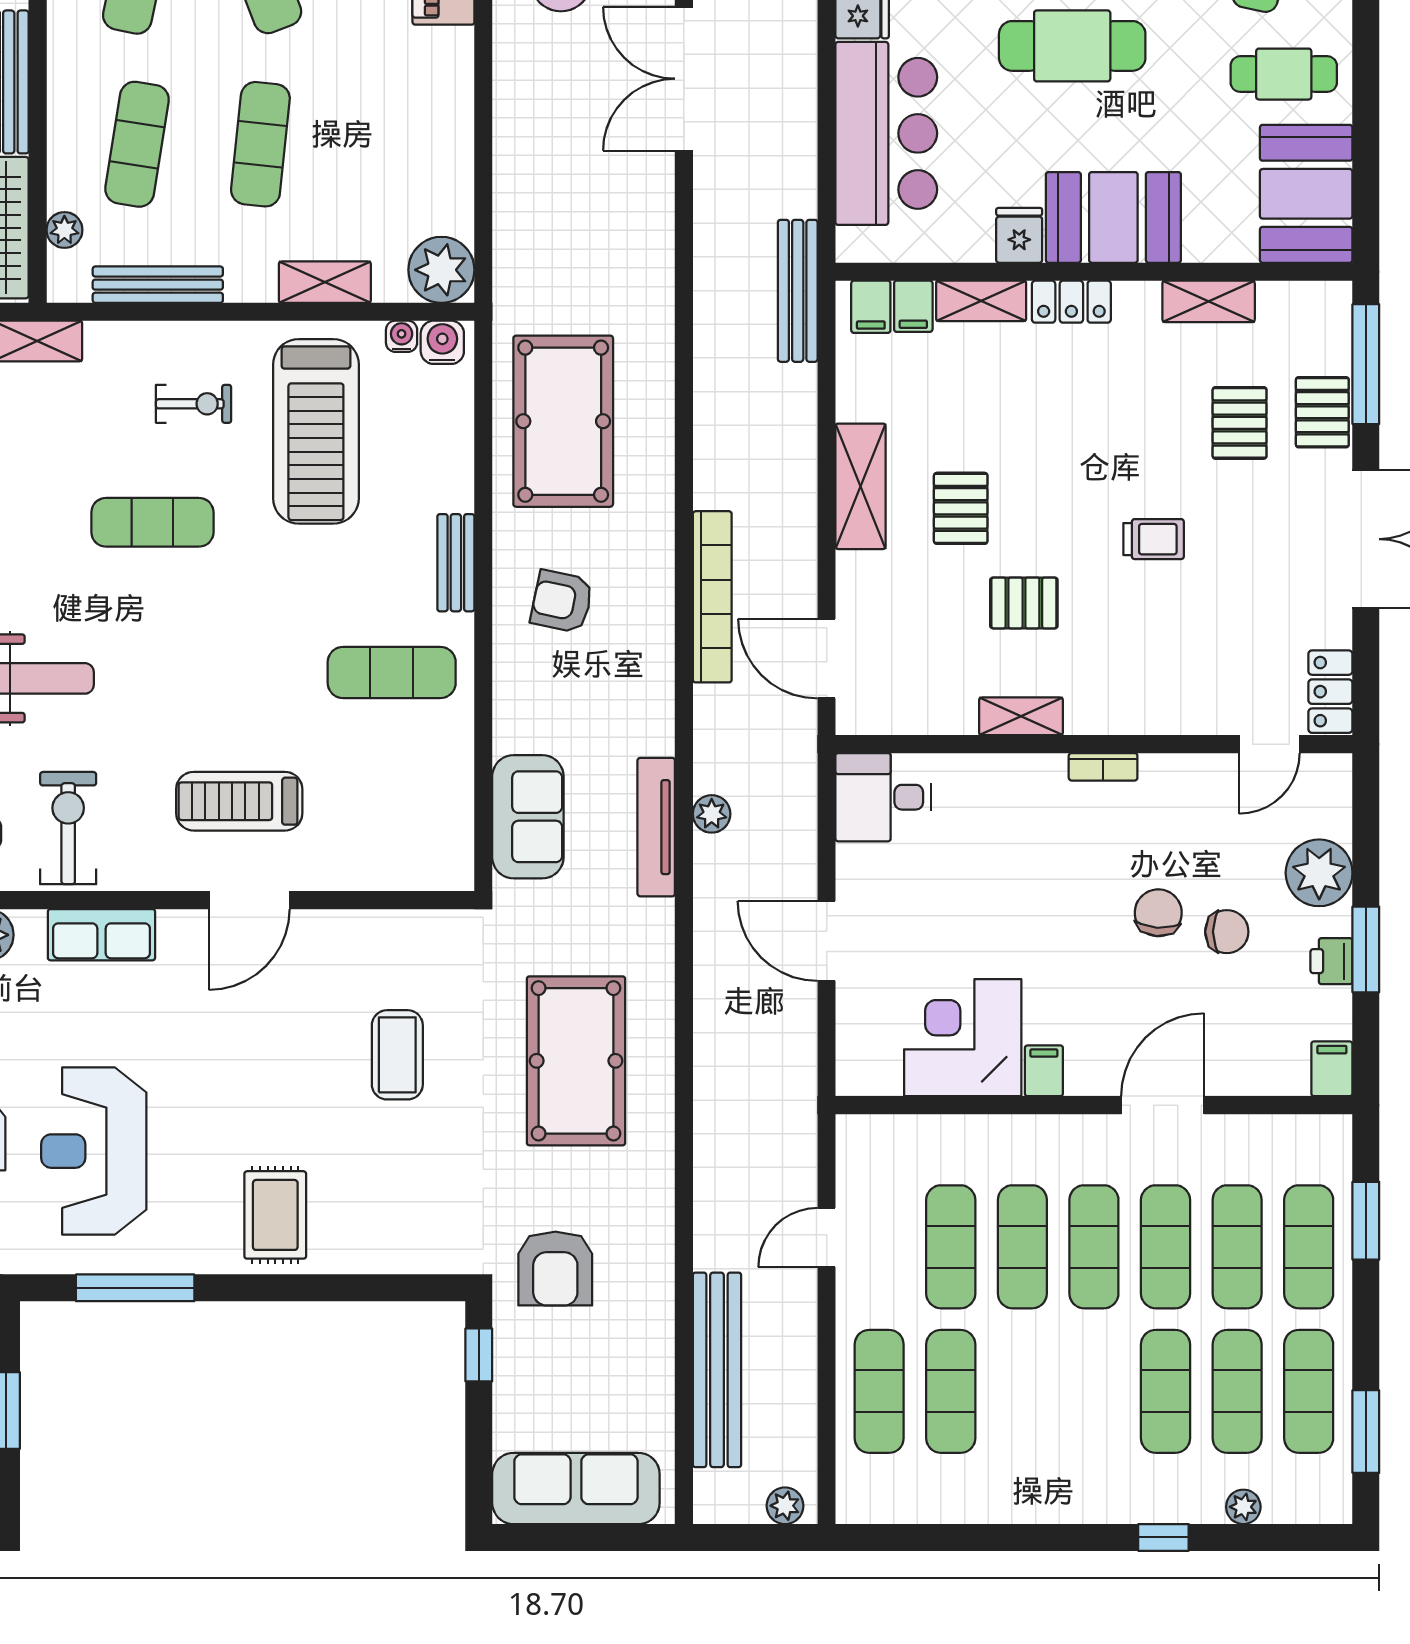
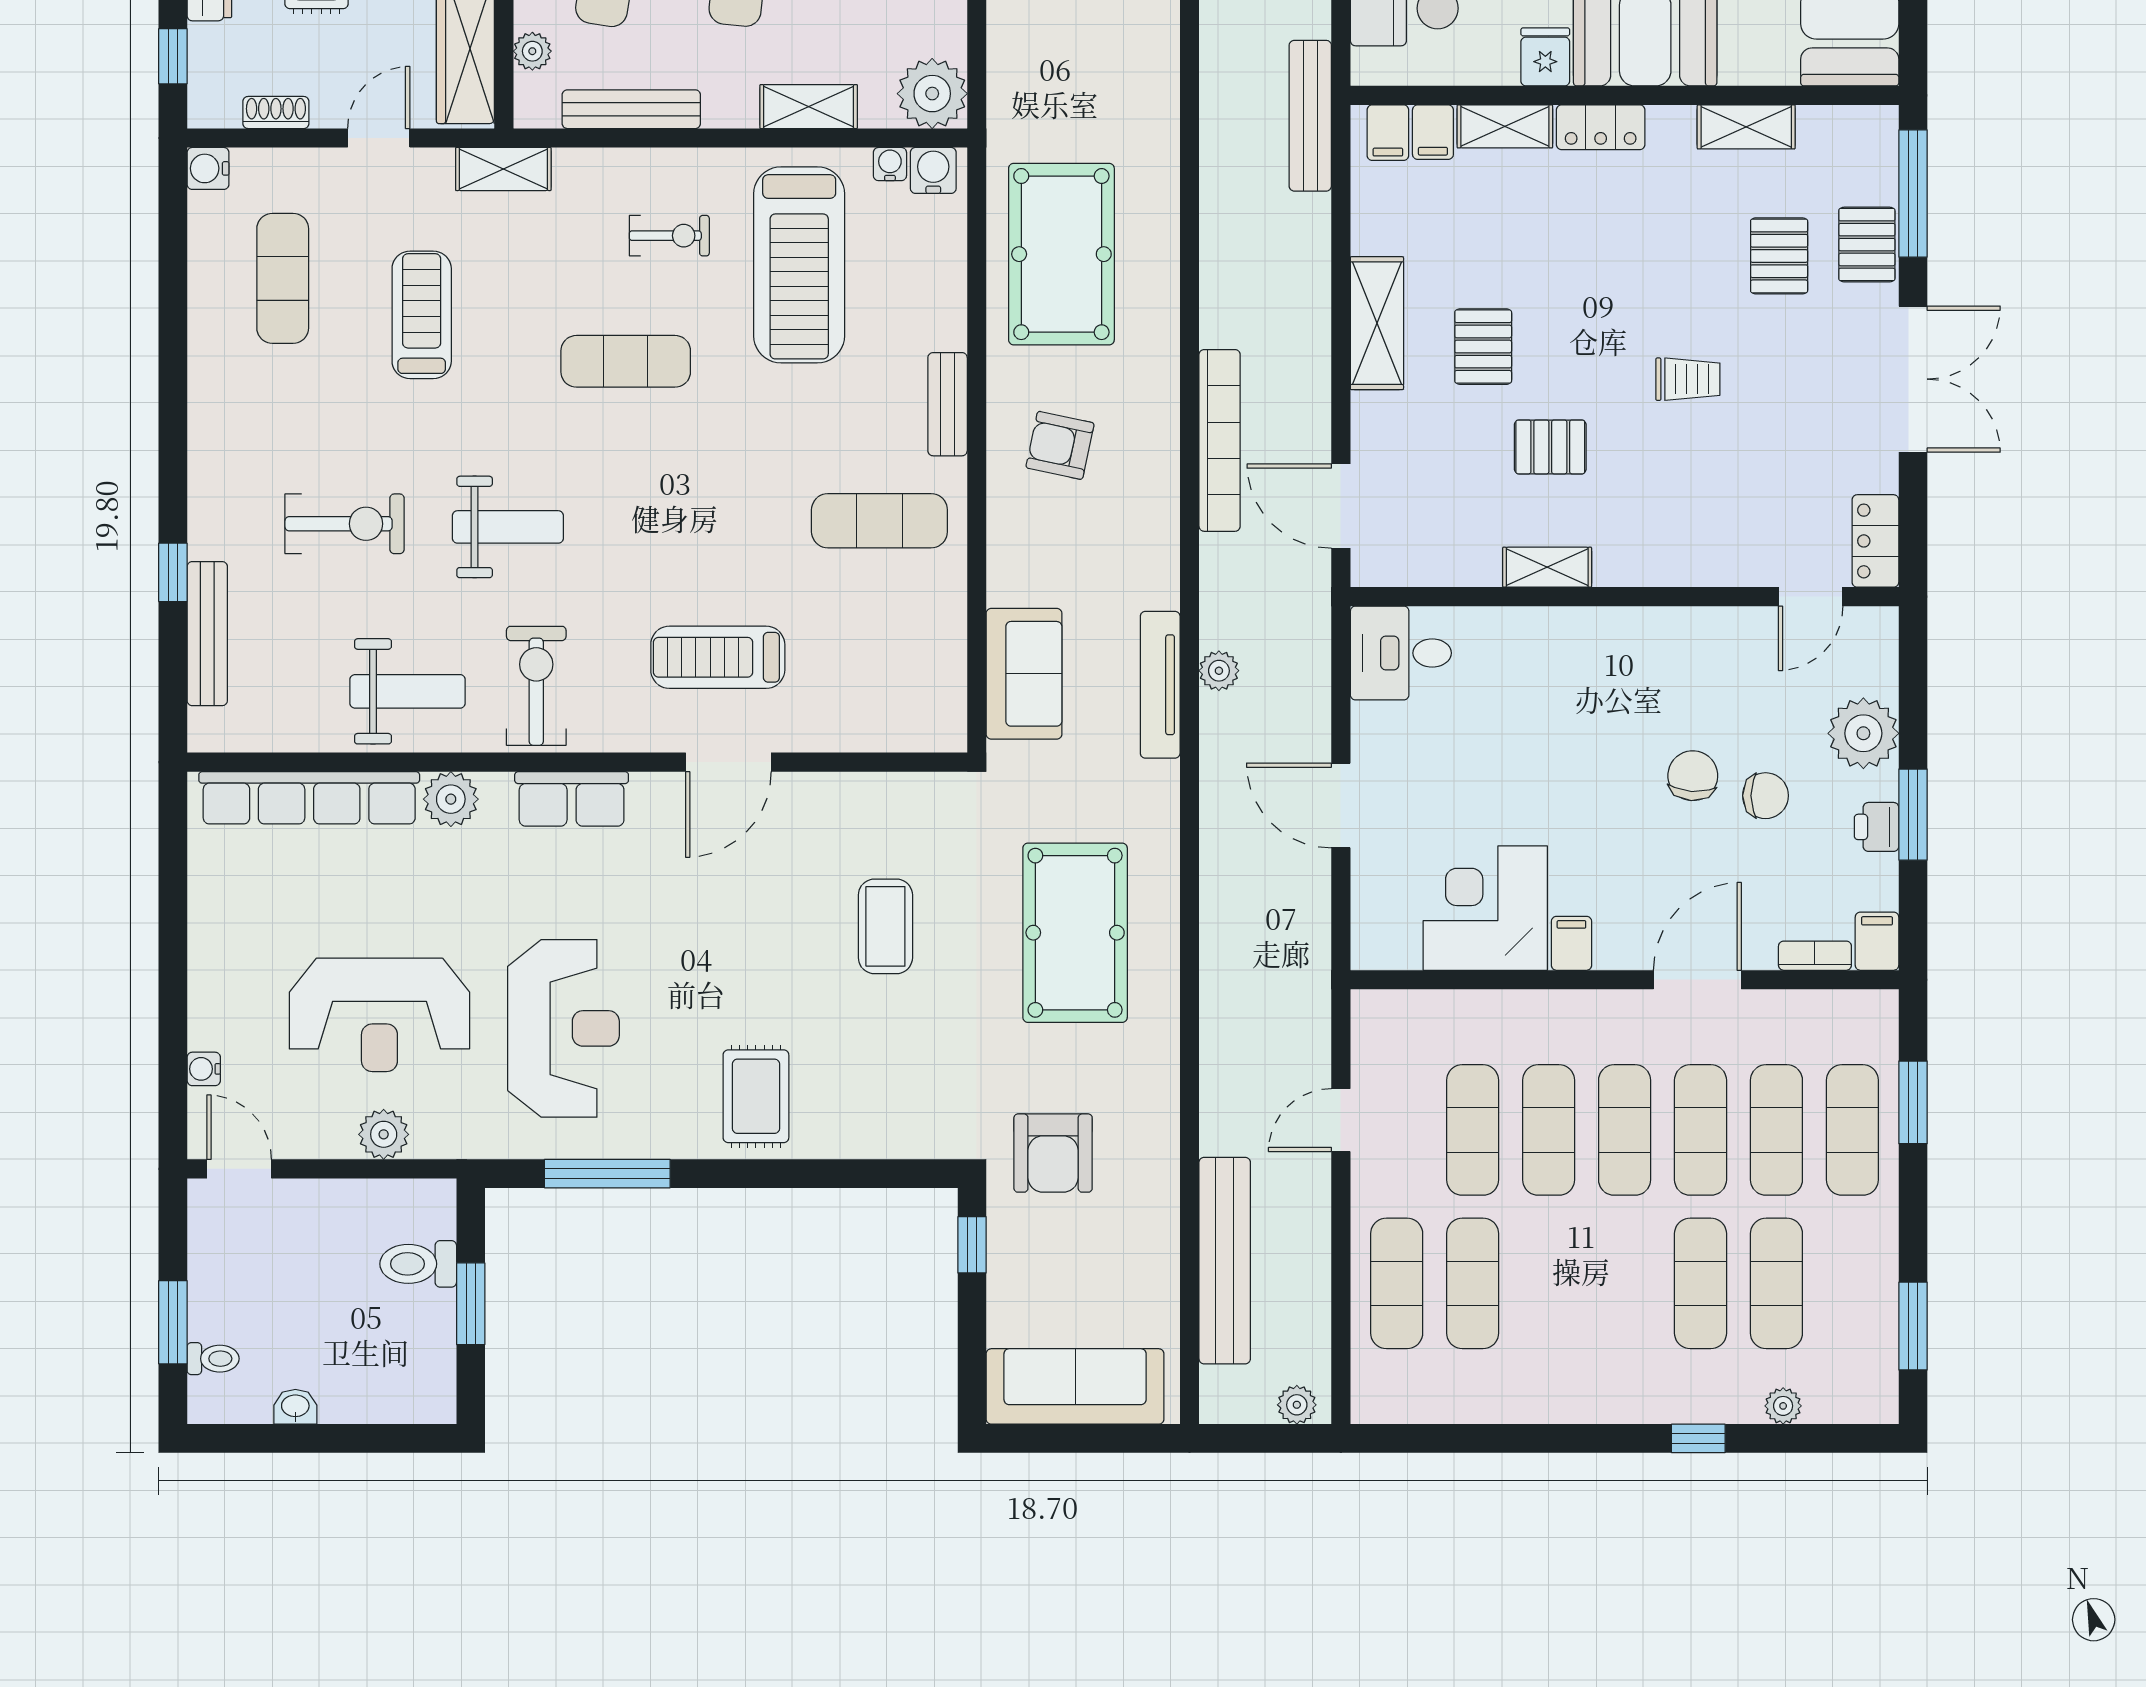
bookcase: (1103, 767) -> (1815, 956), moved, turned 180
reception desk: (94, 1151) -> (563, 1028), turned 180
exercise mat: (1309, 1391) -> (1852, 1283), removed

